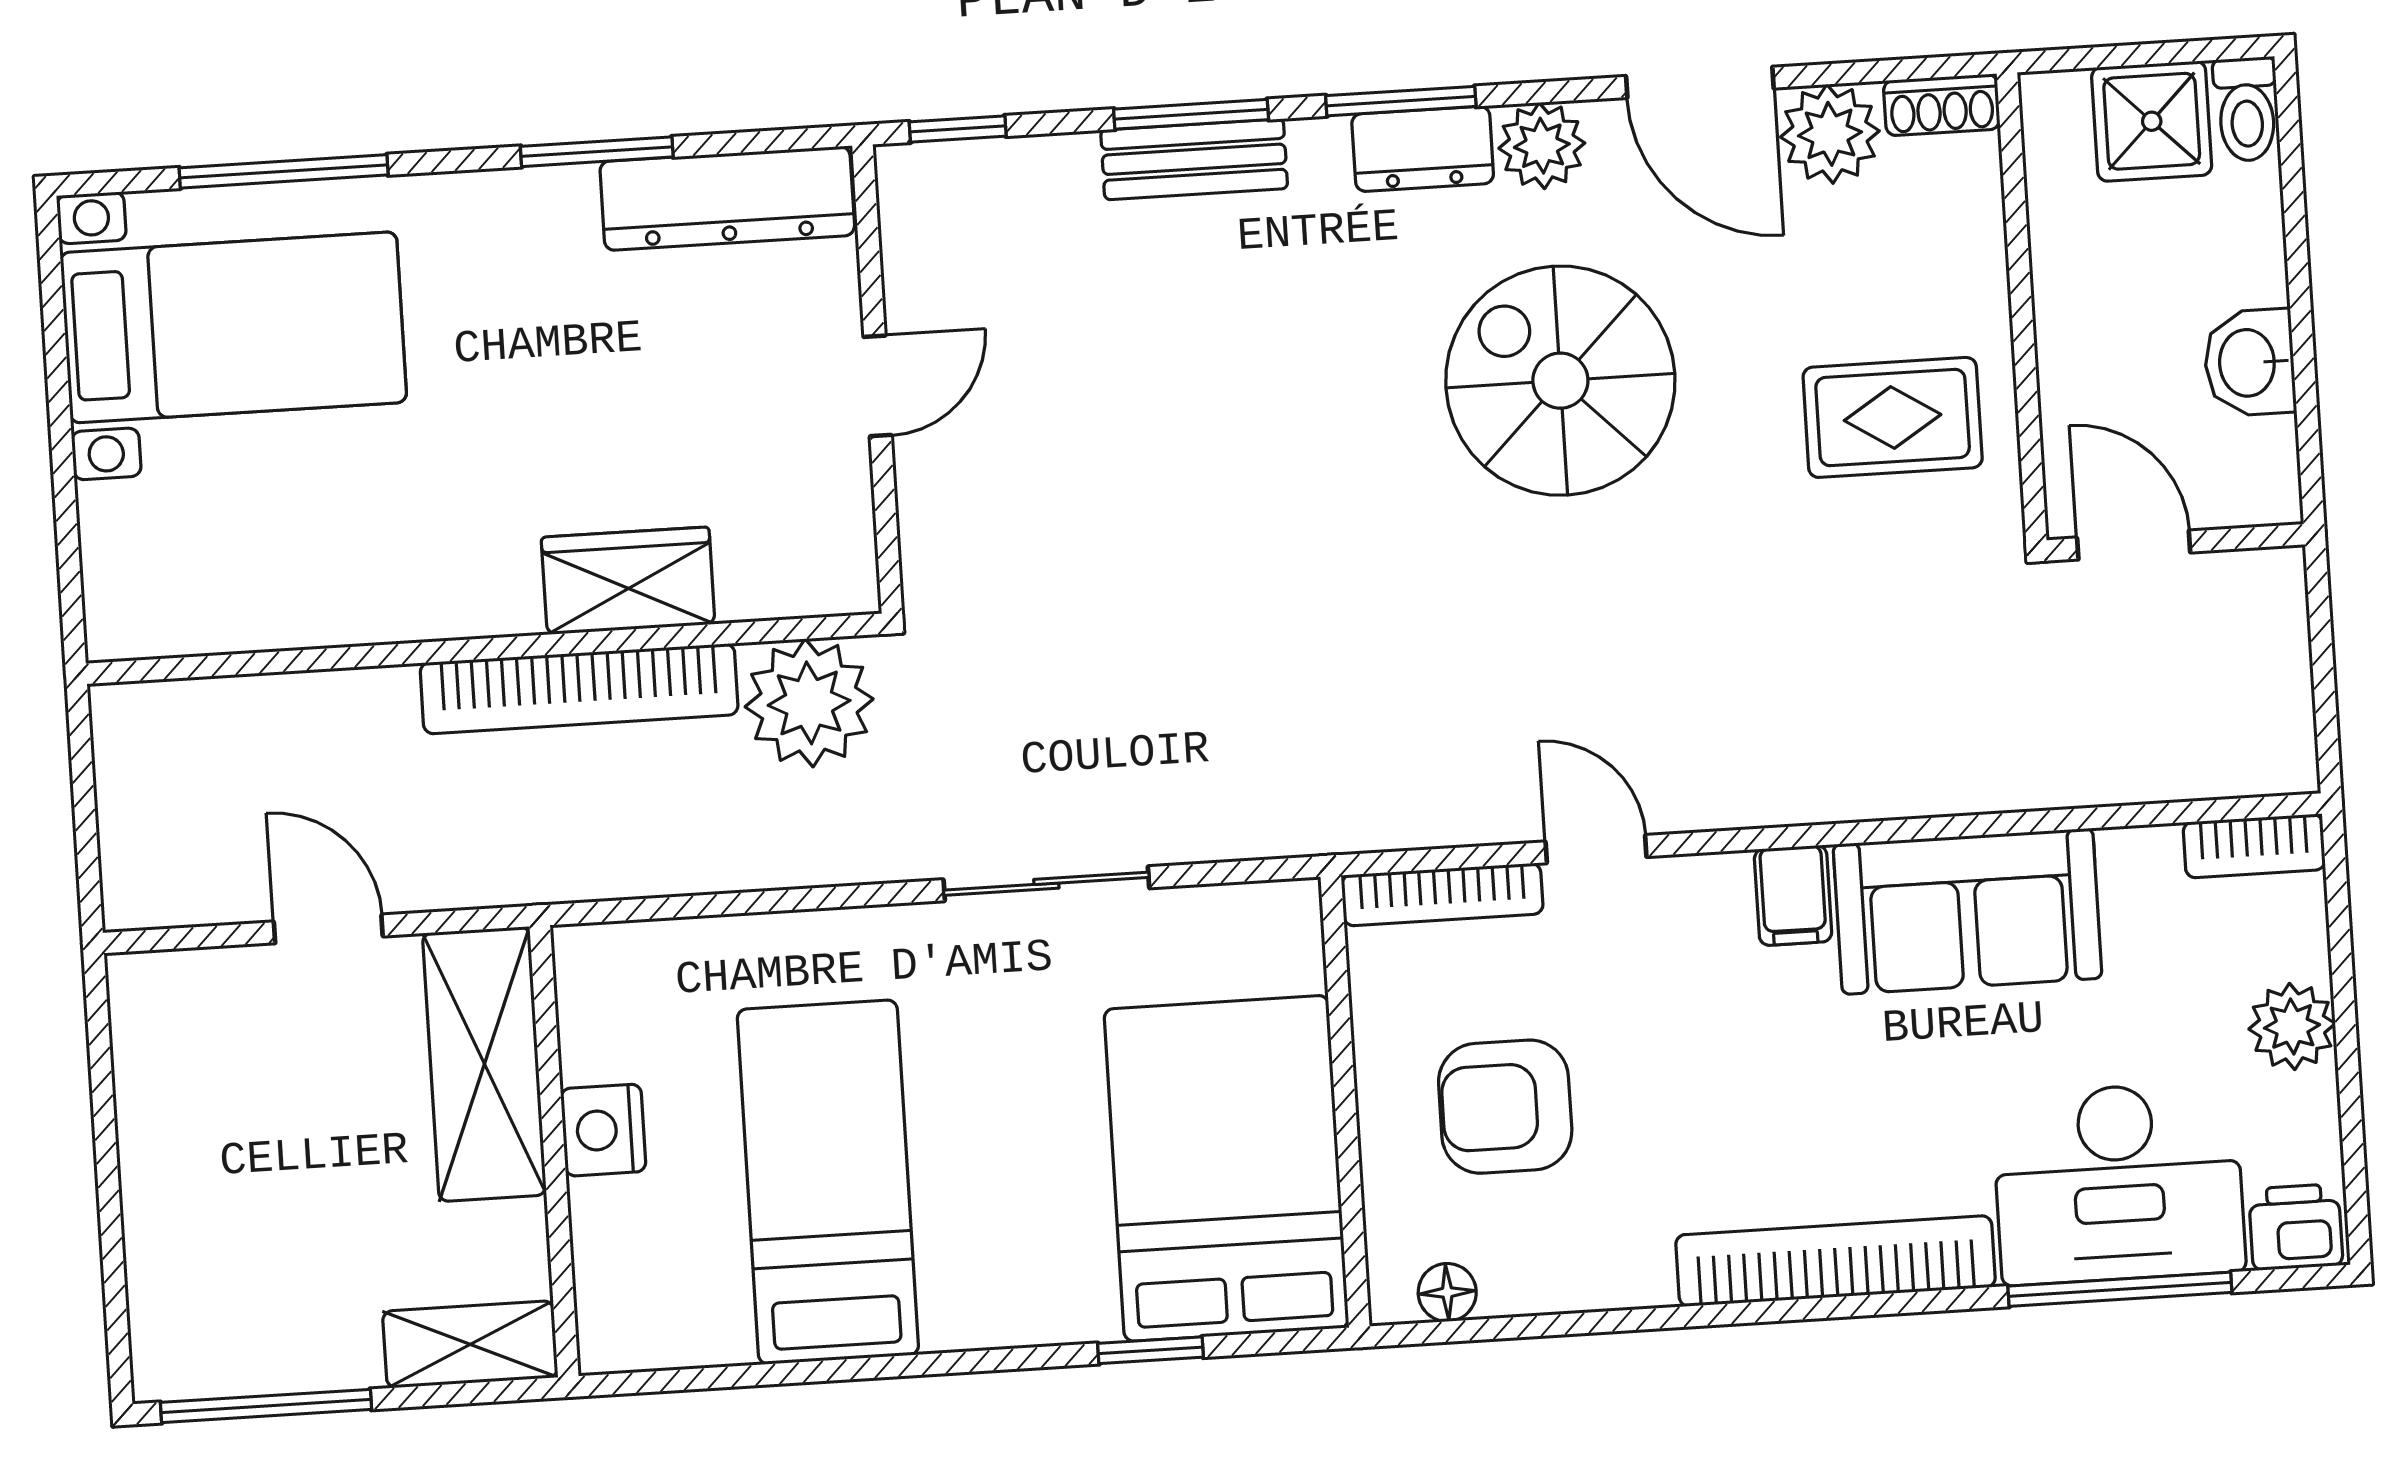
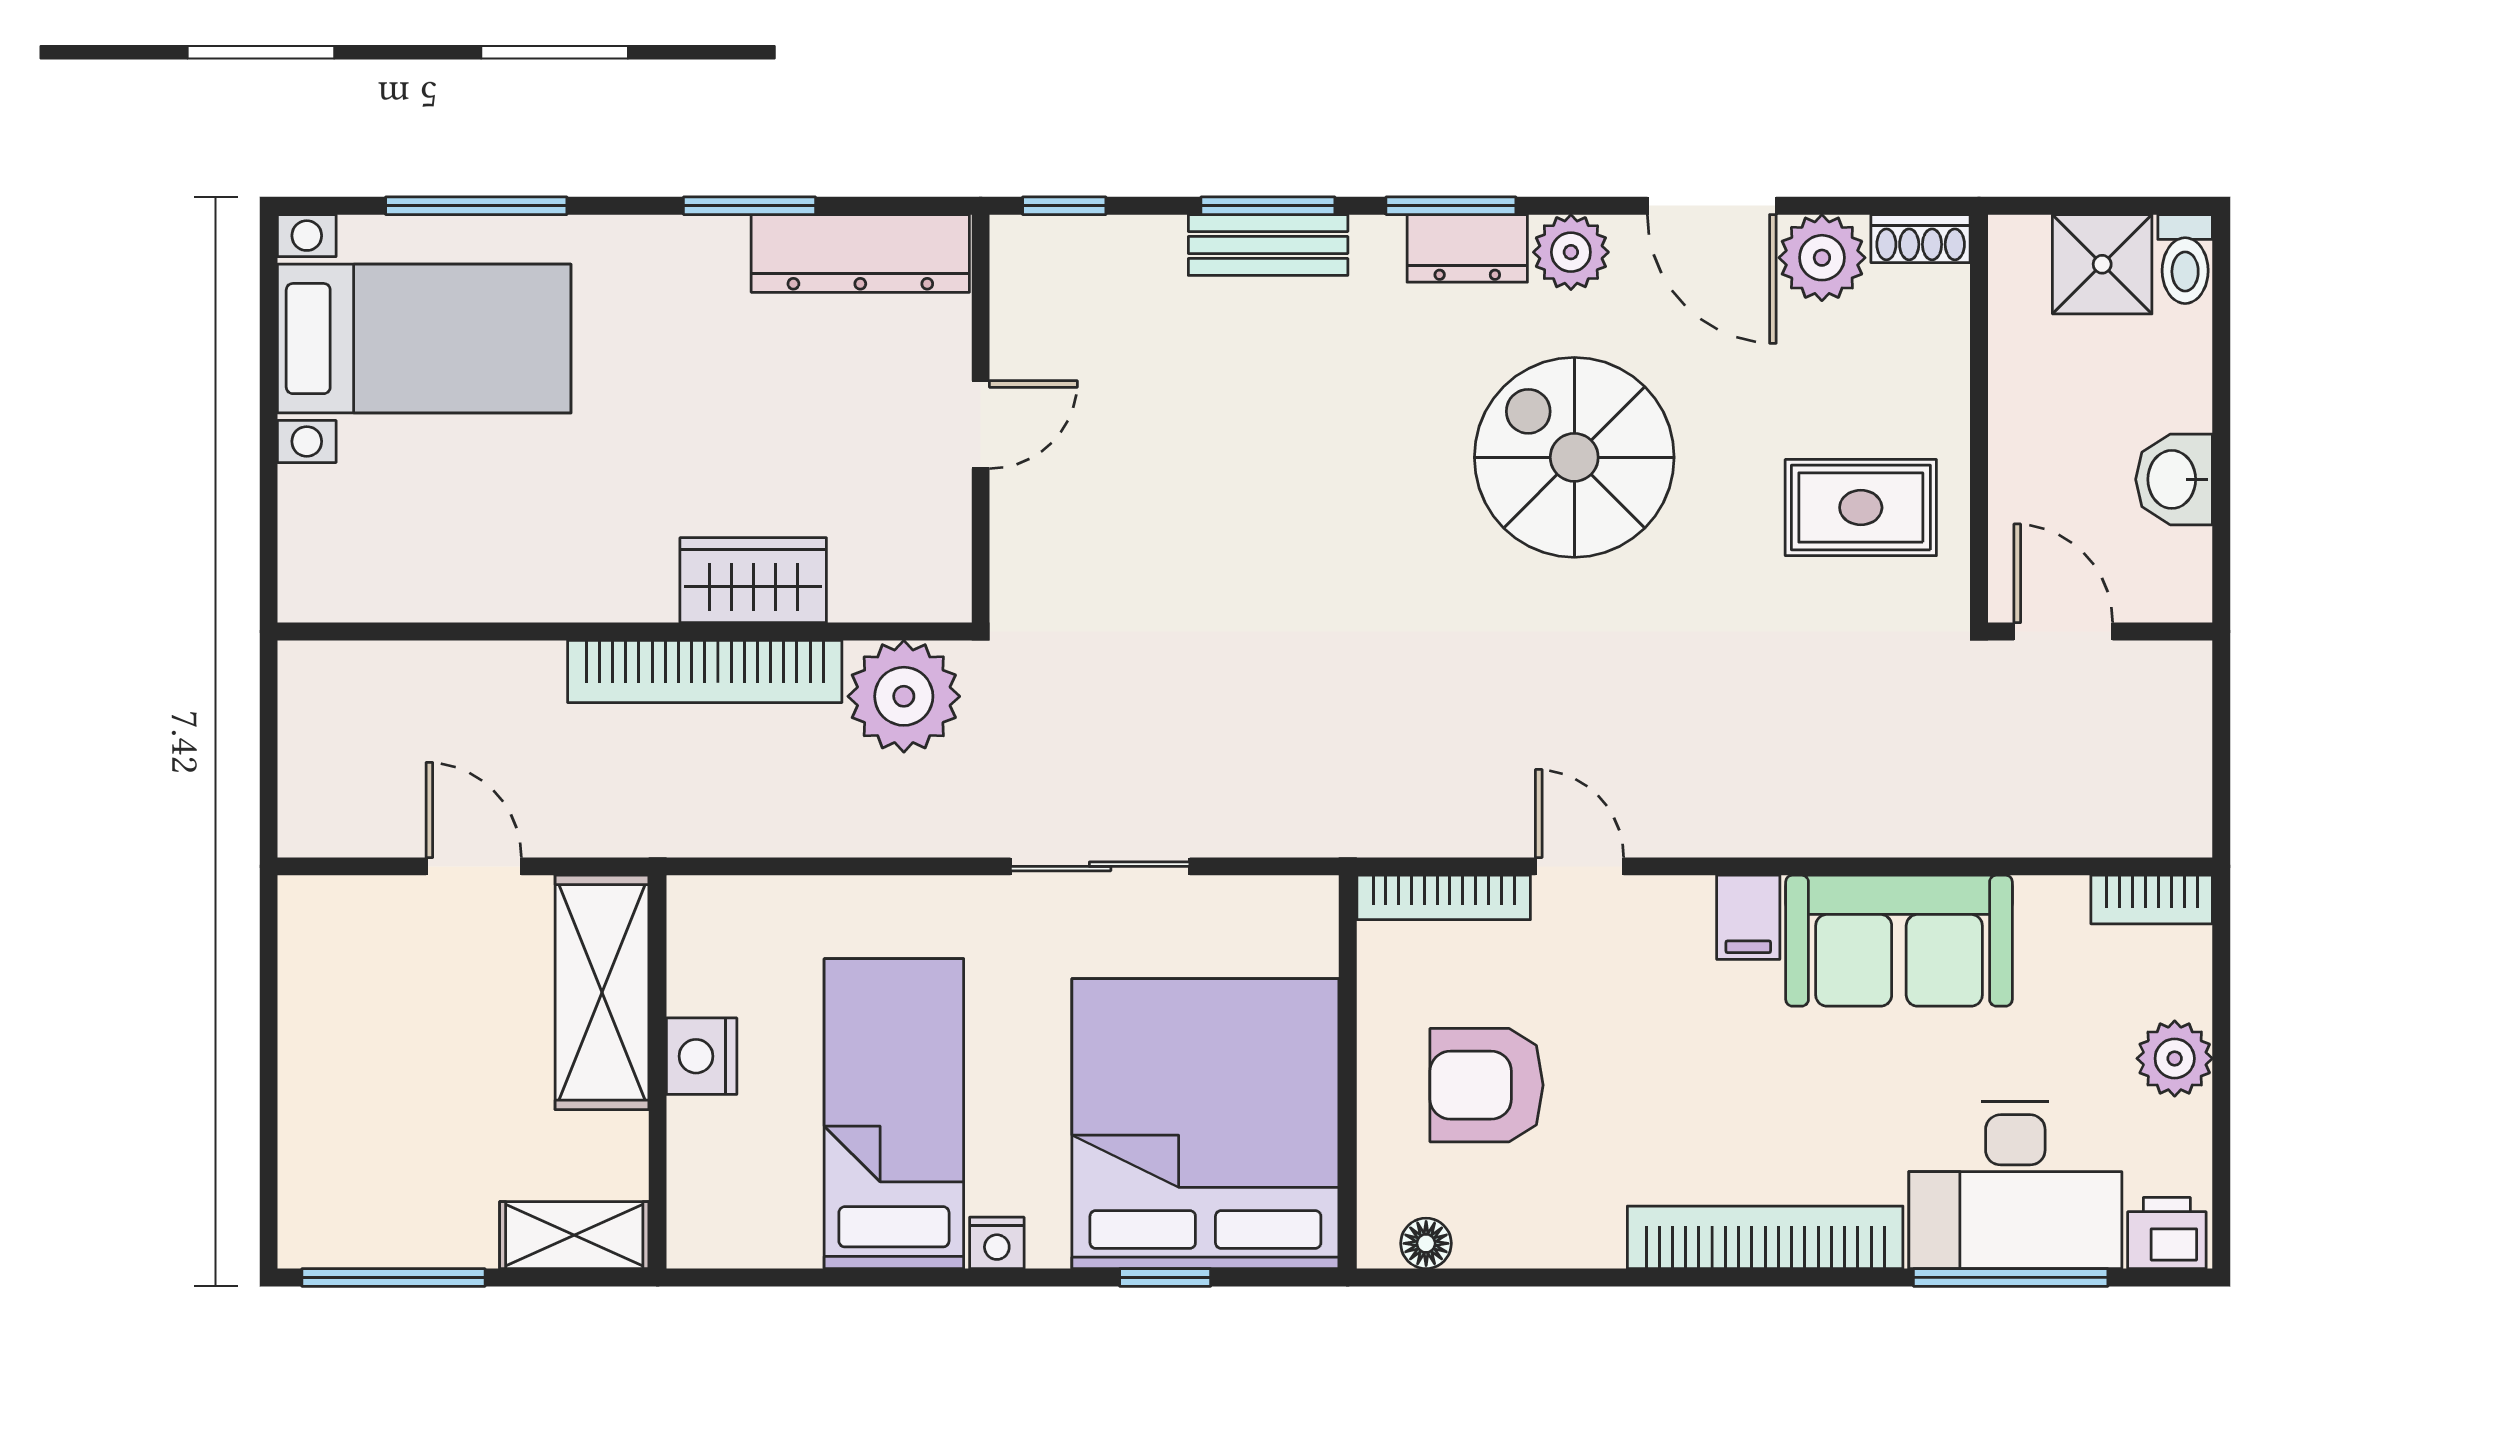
bed: (1226, 1168) -> (1205, 1124), width x1.36
nightstand: (955, 1323) -> (997, 1243), added

